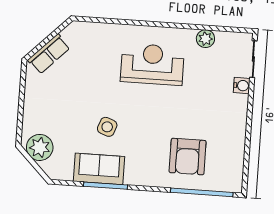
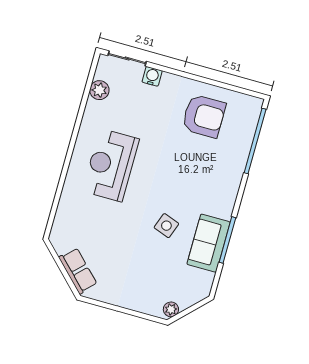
plant: (205, 39) -> (99, 90), moved
plant: (40, 147) -> (171, 309), width x0.53, depth x0.53
armchair: (188, 157) -> (204, 116), moved

